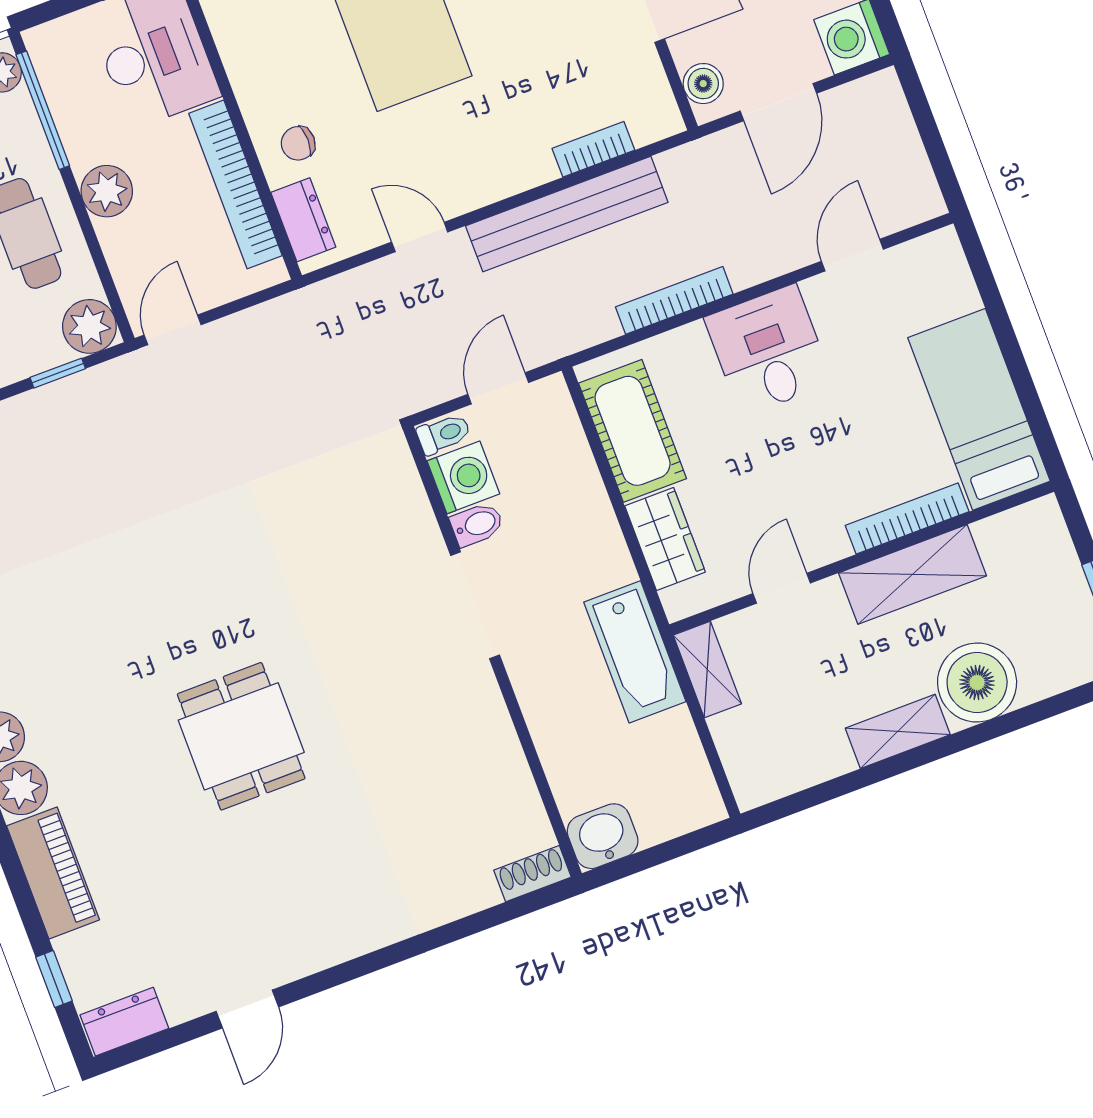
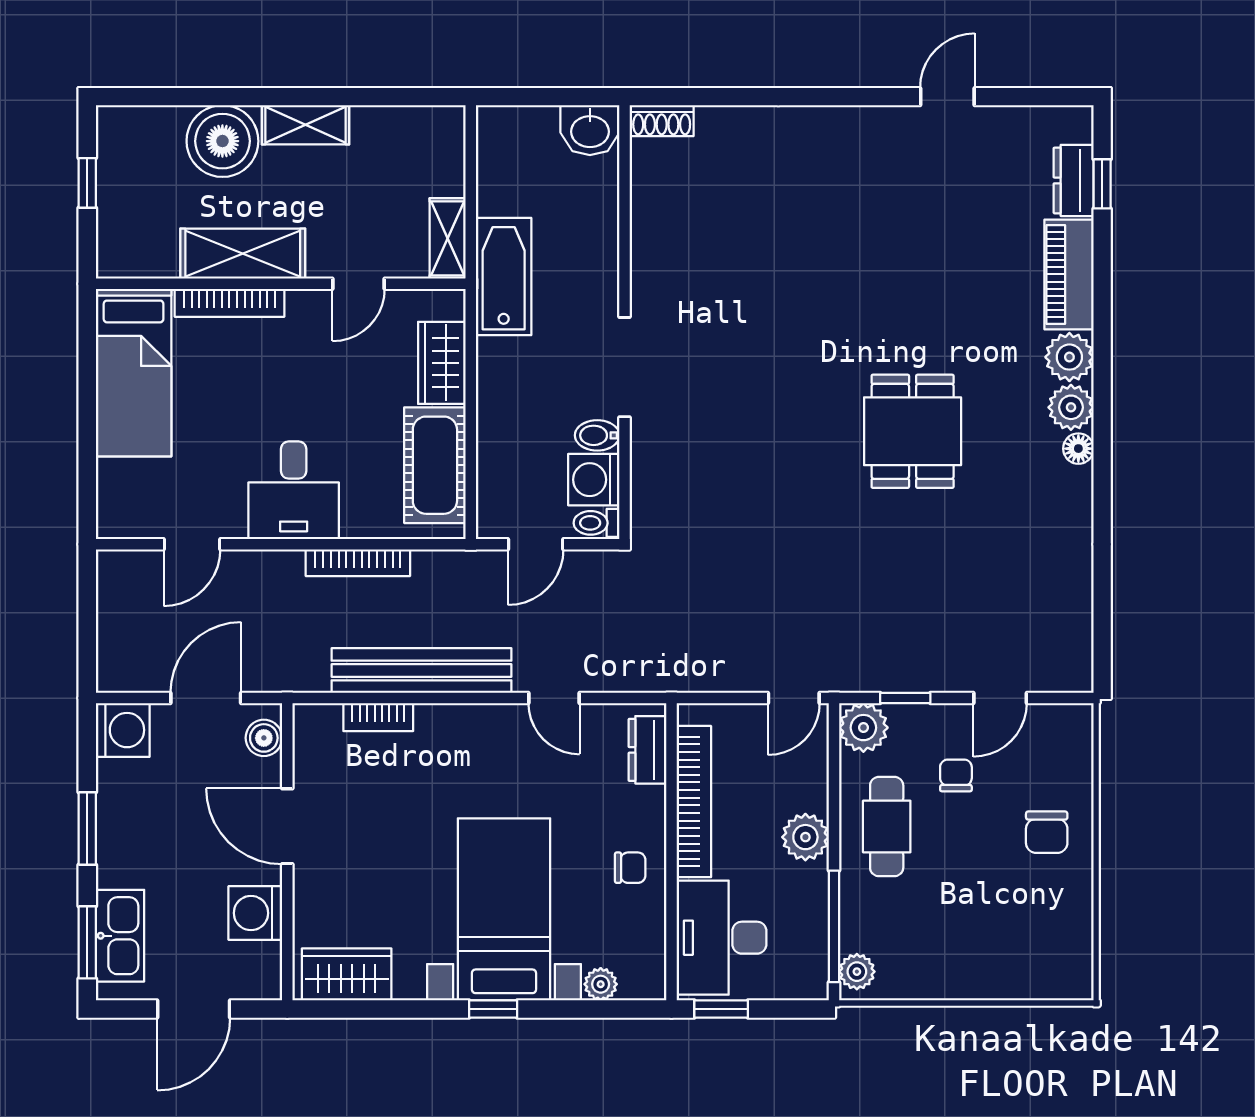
chair: (298, 143) -> (630, 868), moved
dining table: (241, 736) -> (913, 431), moved
dresser: (124, 1022) -> (1074, 180), moved, turned 90

